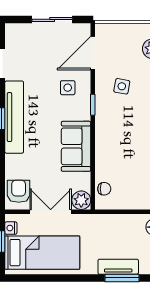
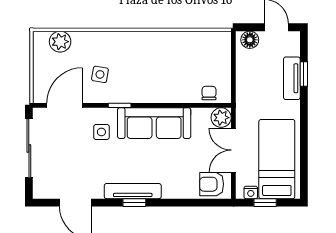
sliding door: (52, 19) -> (29, 148), width x1.37
door: (93, 53) -> (65, 105), swing flipped
tv unit: (14, 117) -> (133, 191), width x0.73, depth x0.78
sofa: (76, 146) -> (154, 123), width x1.36
window: (122, 278) -> (304, 74), width x0.67

